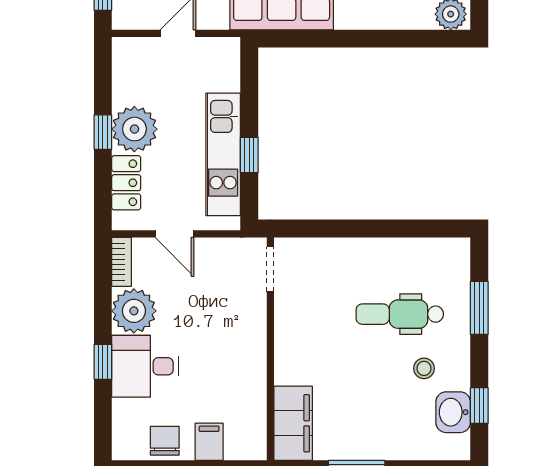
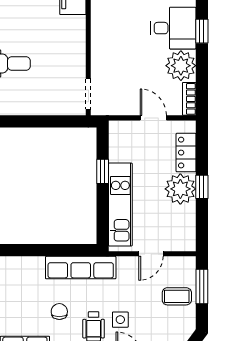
kitchen unit: (223, 154) -> (120, 205), moved

